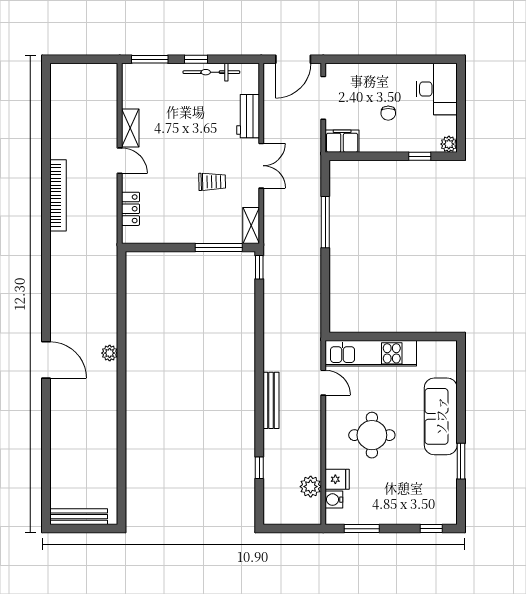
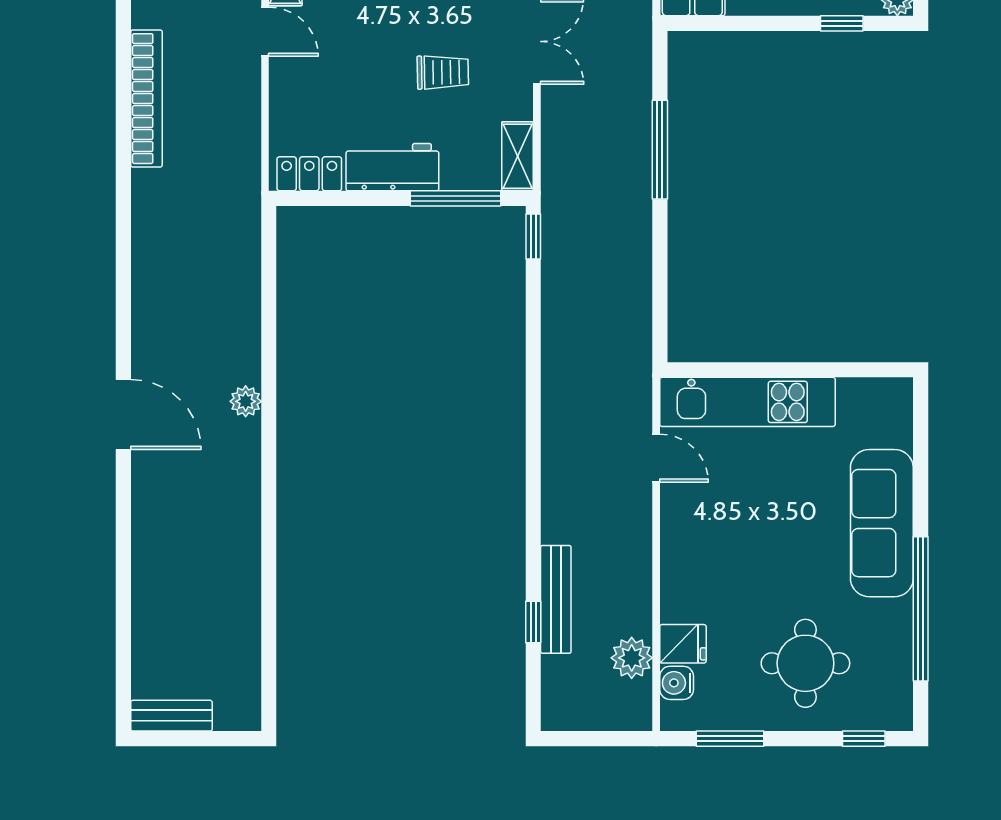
locker: (131, 209) -> (309, 174), moved, turned -90
workbench: (186, 231) -> (392, 167), added
bench: (271, 400) -> (556, 599), moved
round table: (372, 435) -> (805, 663), moved
window: (461, 461) -> (921, 609), width x2.11
bench: (79, 517) -> (171, 716), width x0.73

